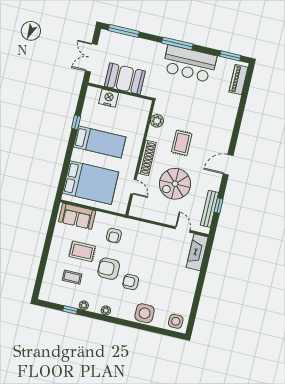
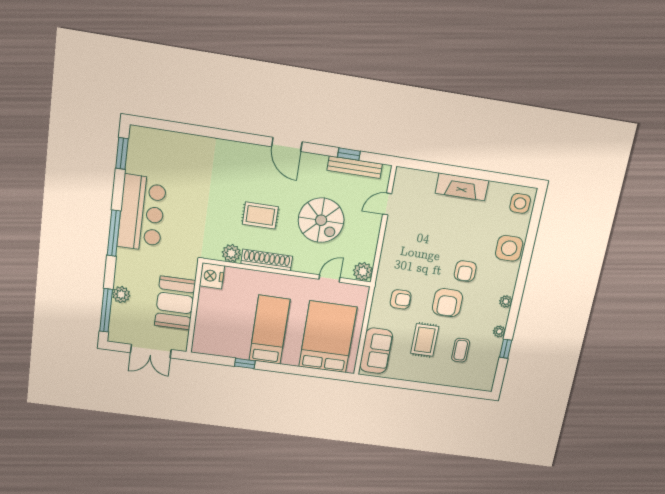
plant: (134, 43) -> (121, 295), added
piano: (238, 80) -> (156, 138), removed
nightstand: (109, 98) -> (212, 276), moved
shoe rack: (147, 158) -> (267, 260), moved
plant: (136, 210) -> (363, 271), added
fireplace: (197, 252) -> (462, 187), moved

